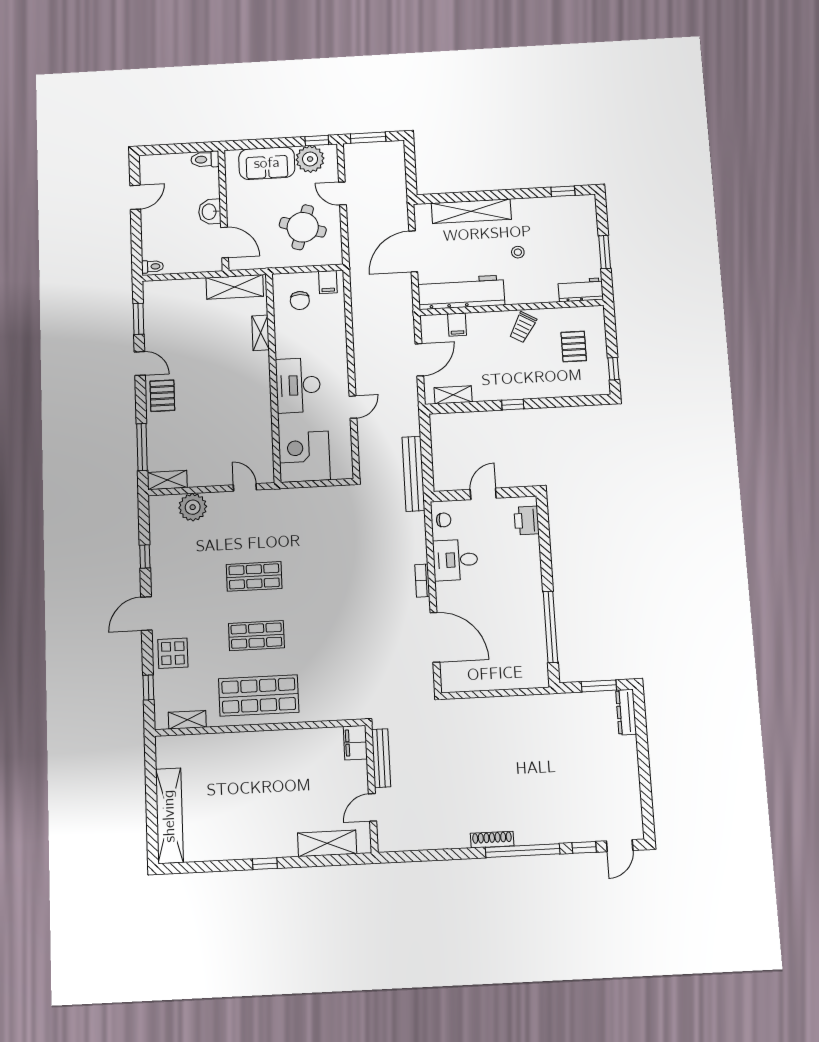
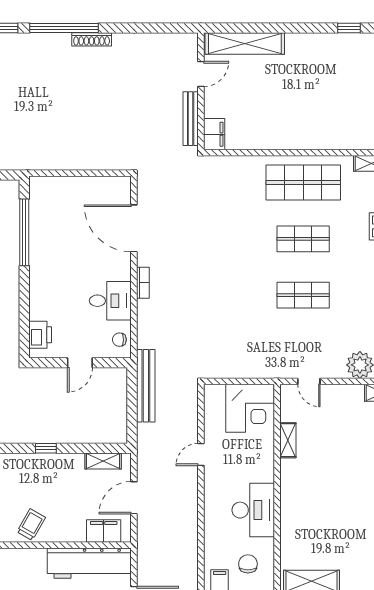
filing cabinet: (457, 325) -> (104, 531), width x2.00
shelving: (260, 333) -> (288, 440), moved
desk: (298, 385) -> (253, 510), moved
shelving: (327, 843) -> (245, 43), width x1.47
window: (265, 864) -> (349, 28), moved

